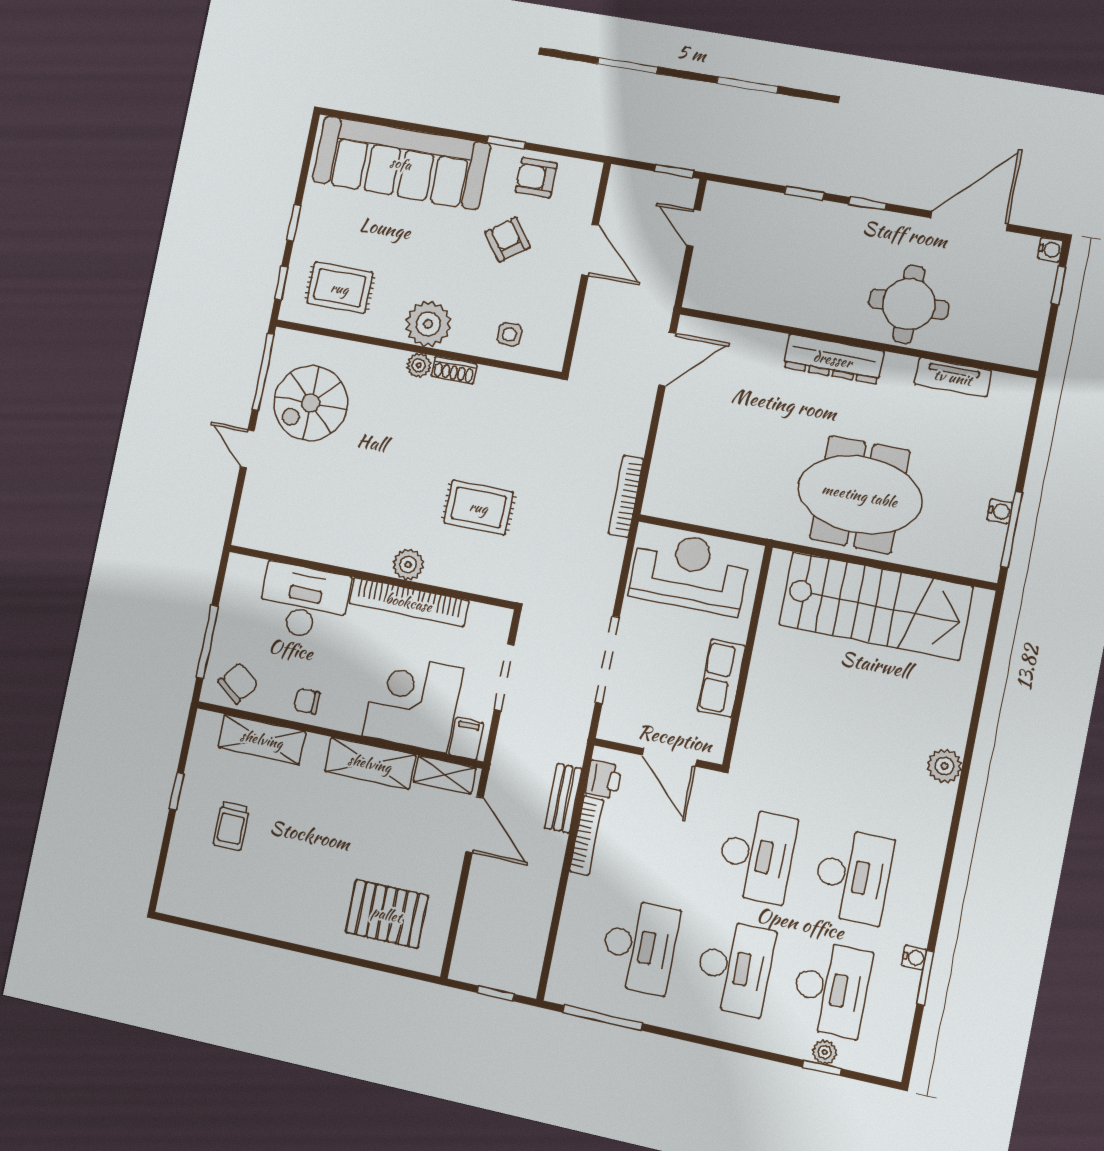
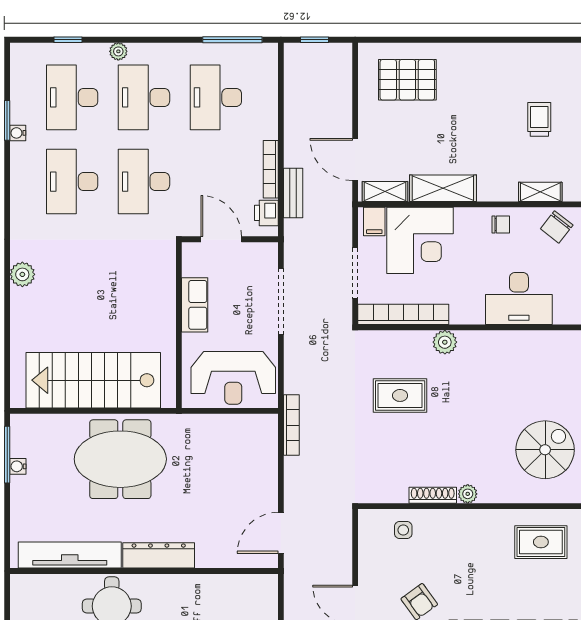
plant: (428, 324) -> (467, 527), removed
shoe rack: (454, 370) -> (433, 495), width x1.43
tv unit: (953, 377) -> (70, 555), width x1.92, depth x1.29
bookcase: (409, 602) -> (403, 314), moved
shelving: (262, 739) -> (540, 192), width x0.67, depth x0.75
plant: (825, 1052) -> (118, 51), moved

